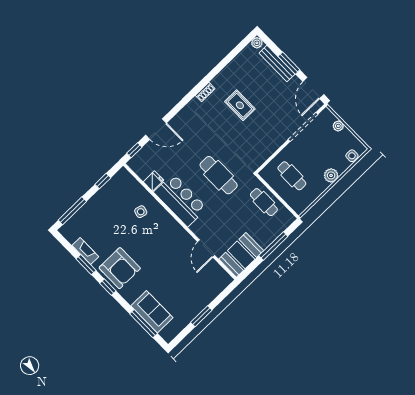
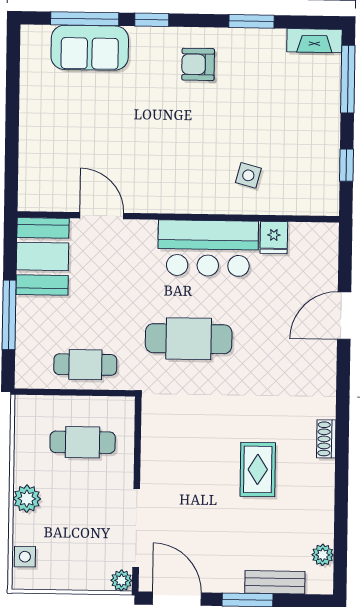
plant: (257, 43) -> (323, 555), moved
bench: (277, 64) -> (275, 582), width x0.73
rug: (240, 105) -> (258, 469), turned 90
plant: (338, 126) -> (121, 580), moved
window: (134, 150) -> (345, 254), removed
fireplace: (85, 251) -> (314, 41), moved
armchair: (120, 268) -> (198, 64), width x0.53, depth x0.53
window: (108, 287) -> (152, 20), moved
window: (201, 316) -> (12, 112), removed

